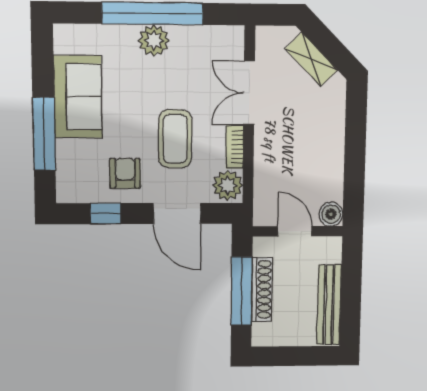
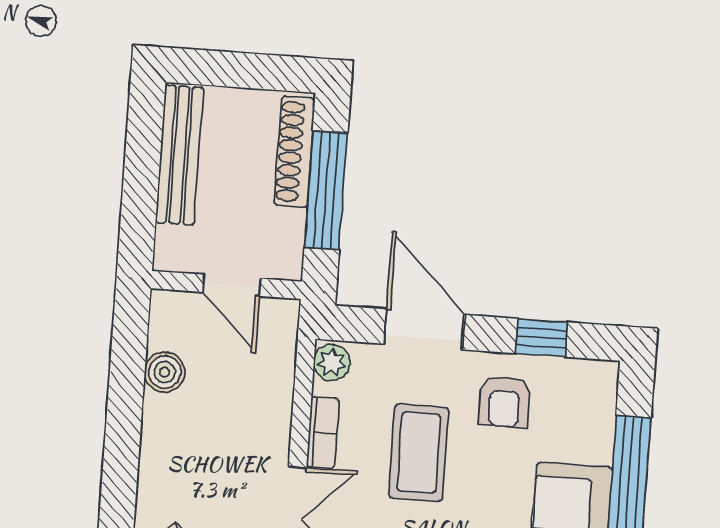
plant: (228, 185) -> (332, 363), width x0.73, depth x0.73
boiler: (331, 214) -> (165, 372), moved
shoe rack: (262, 289) -> (294, 152), moved

